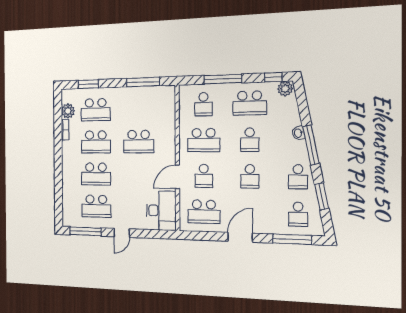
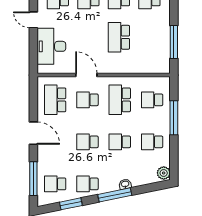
window: (273, 77) -> (174, 163), removed
school desk: (250, 103) -> (152, 142), width x0.54
desk: (161, 211) -> (51, 46), moved, turned 90

